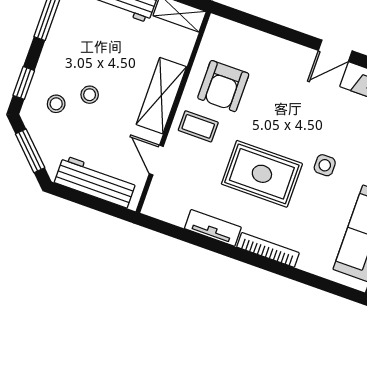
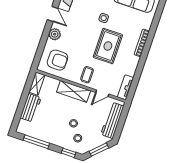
plant: (290, 55) -> (55, 34), added
armchair: (223, 86) -> (57, 60), moved
tv unit: (213, 228) -> (126, 87), moved

